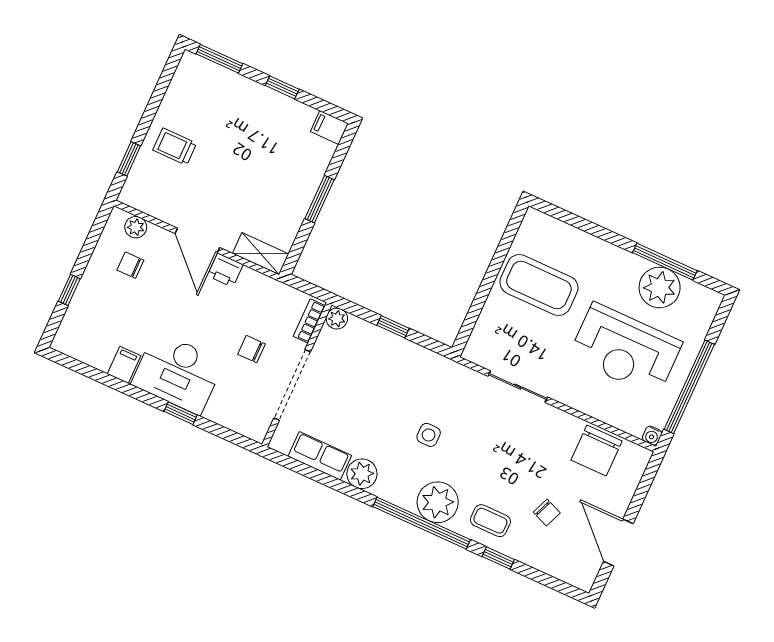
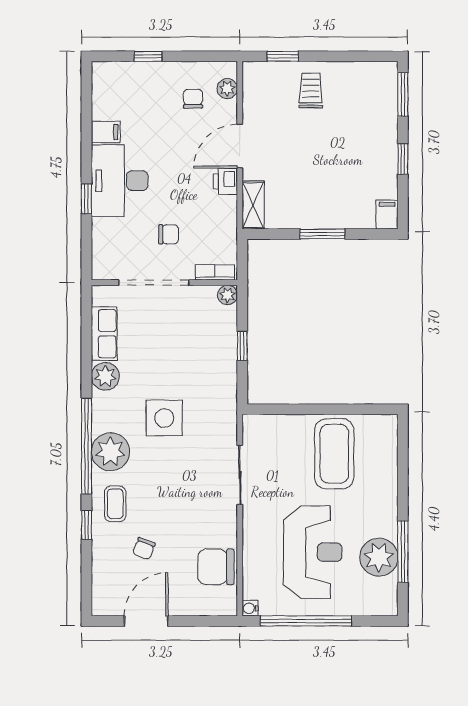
chair: (252, 349) -> (169, 234), turned 90
reception desk: (625, 350) -> (313, 552), turned 180
side table: (429, 435) -> (164, 418), width x1.87, depth x1.87

